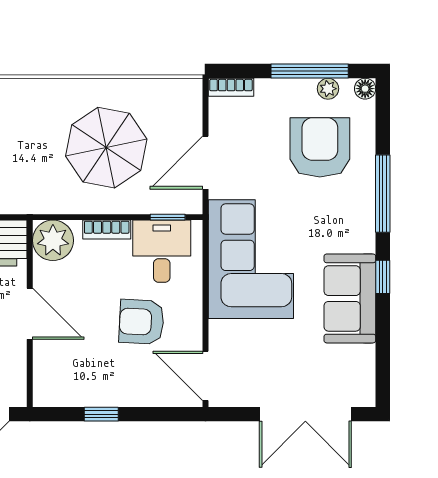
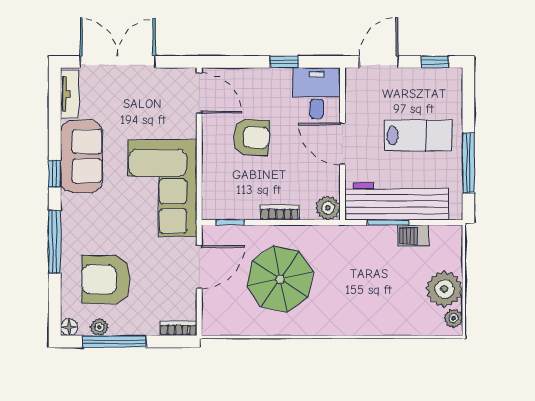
armchair: (320, 147) -> (106, 279), turned 90
plant: (53, 240) -> (328, 208), width x0.73, depth x0.73
desk: (162, 251) -> (317, 93), moved, turned 180
tv unit: (364, 375) -> (70, 94), added

